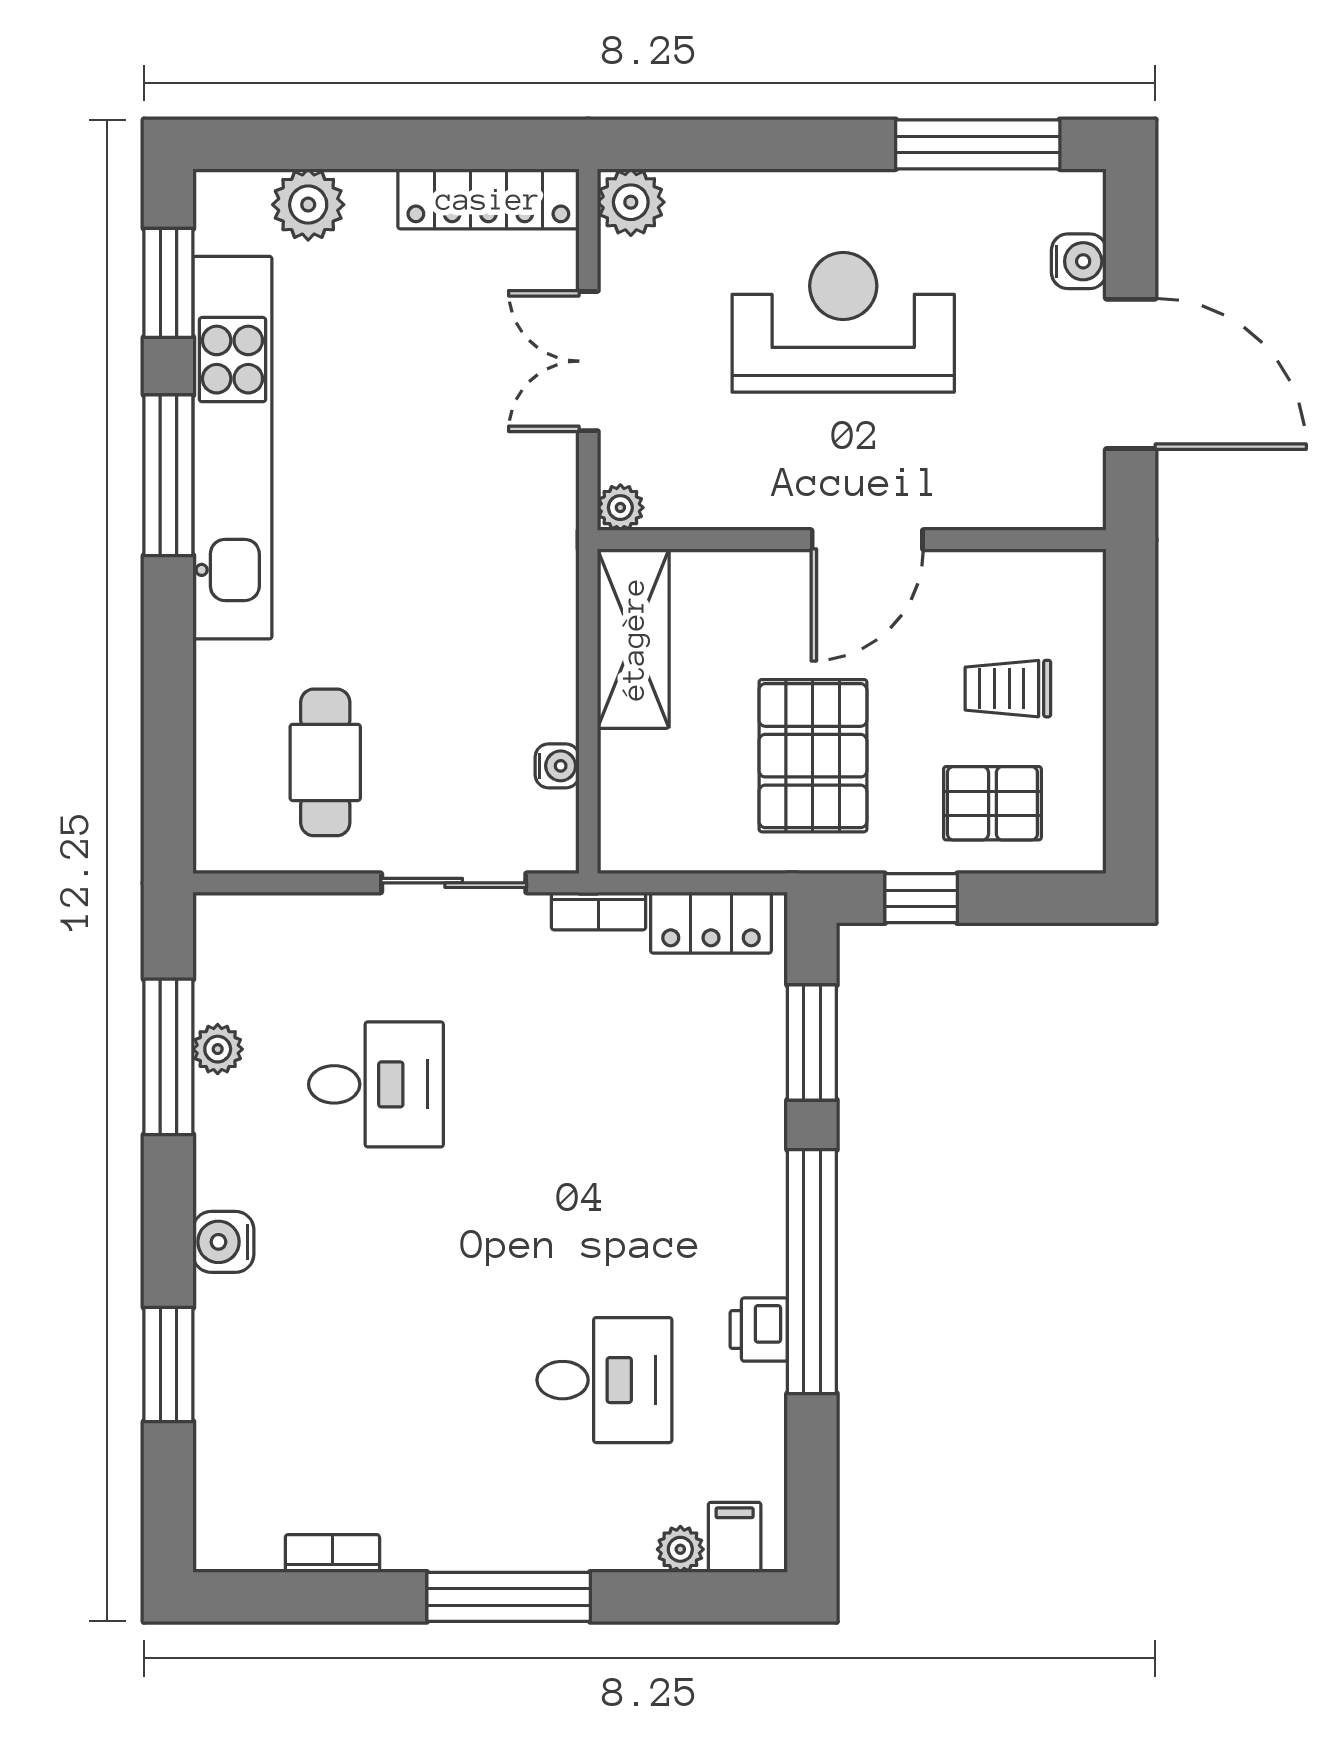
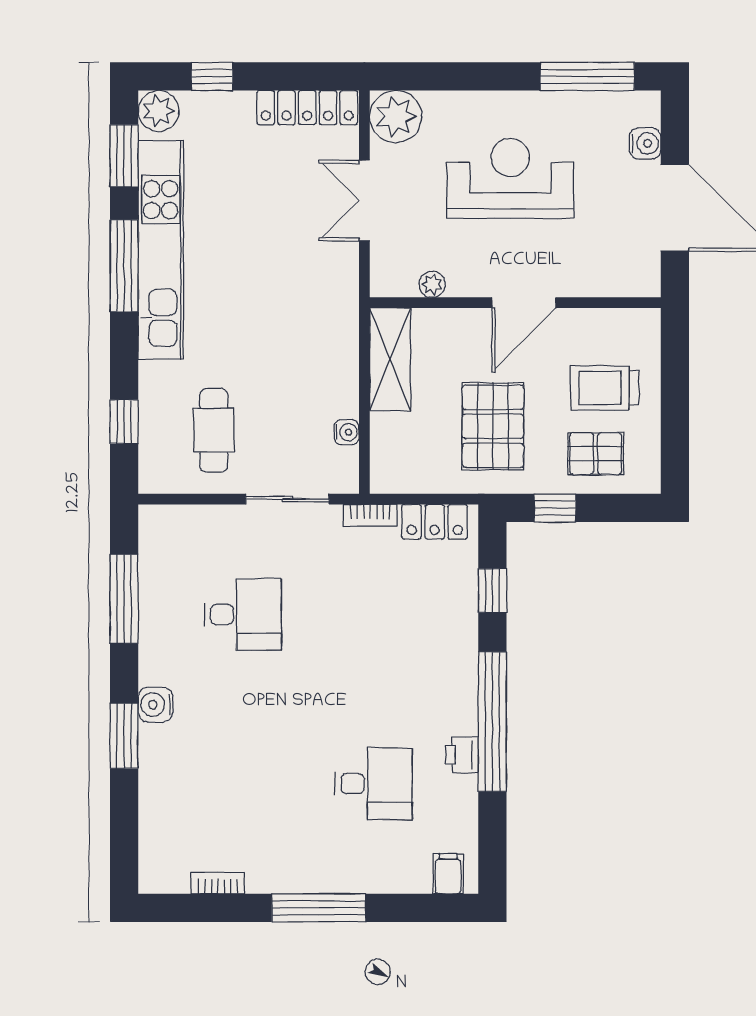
window: (322, 144) -> (212, 76), added
plant: (631, 202) -> (396, 116), width x1.36, depth x1.36
plant: (308, 205) -> (158, 111), moved
plant: (620, 508) -> (432, 284), moved
trolley: (1008, 689) -> (605, 388), width x1.36, depth x1.39
window: (168, 748) -> (124, 422), added
window: (812, 1042) -> (492, 591), width x0.67
plant: (218, 1049) -> (152, 594), removed
window: (168, 1364) -> (124, 736), moved
plant: (680, 1549) -> (417, 881), removed

